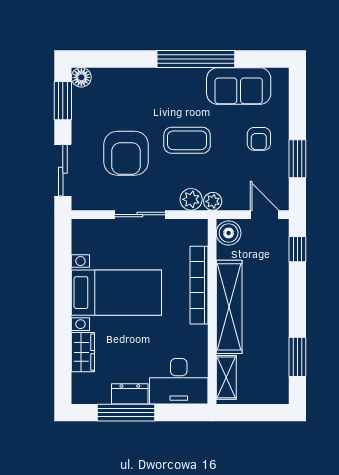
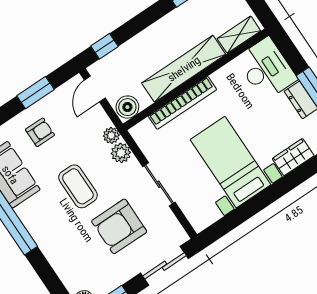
armchair: (126, 153) -> (119, 226), turned 180

